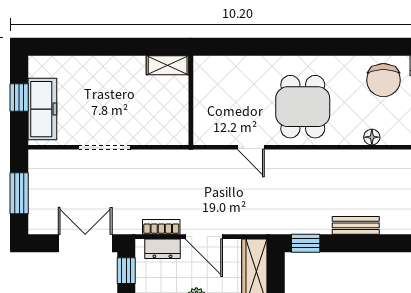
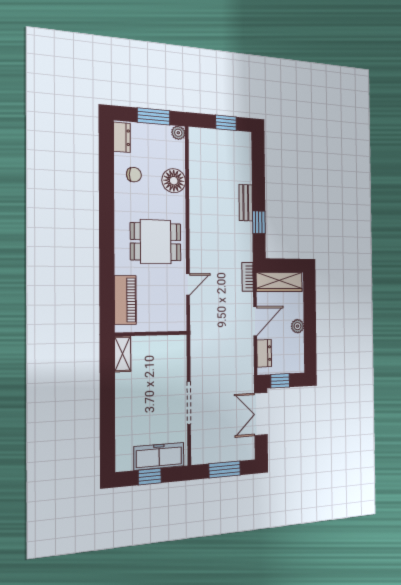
piano: (232, 69) -> (125, 300), added
chair: (383, 80) -> (134, 175), width x0.54, depth x0.54
floor lamp: (372, 137) -> (174, 181), width x1.89, depth x1.89
bookcase: (161, 227) -> (248, 277), moved
window: (306, 243) -> (259, 222), moved

